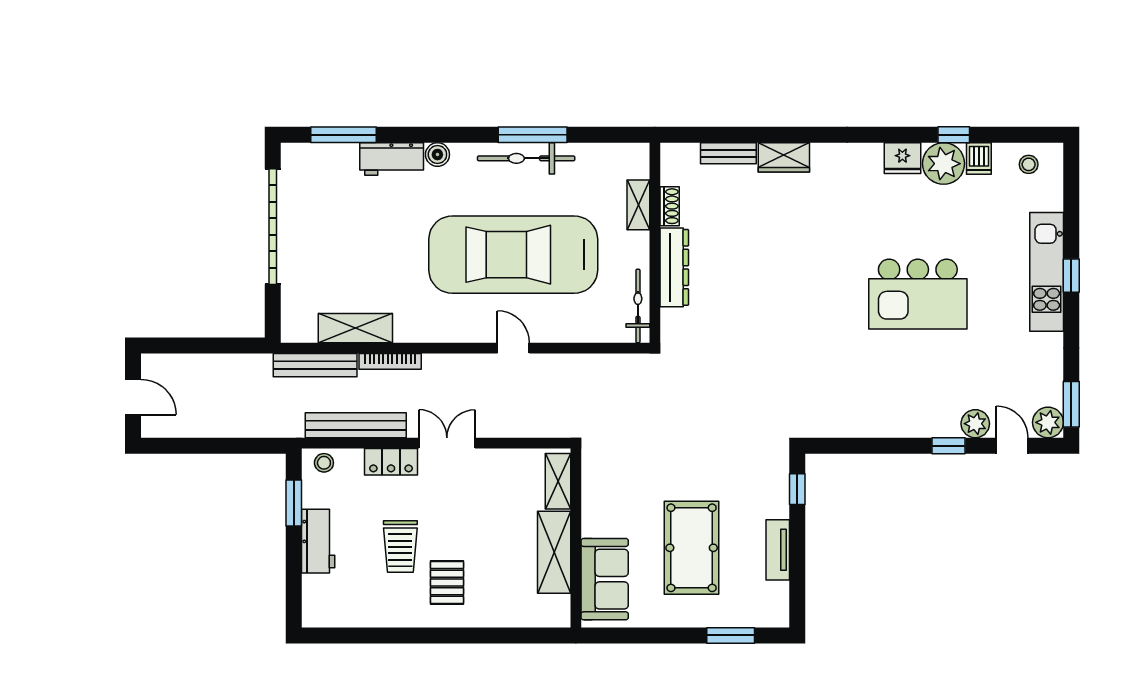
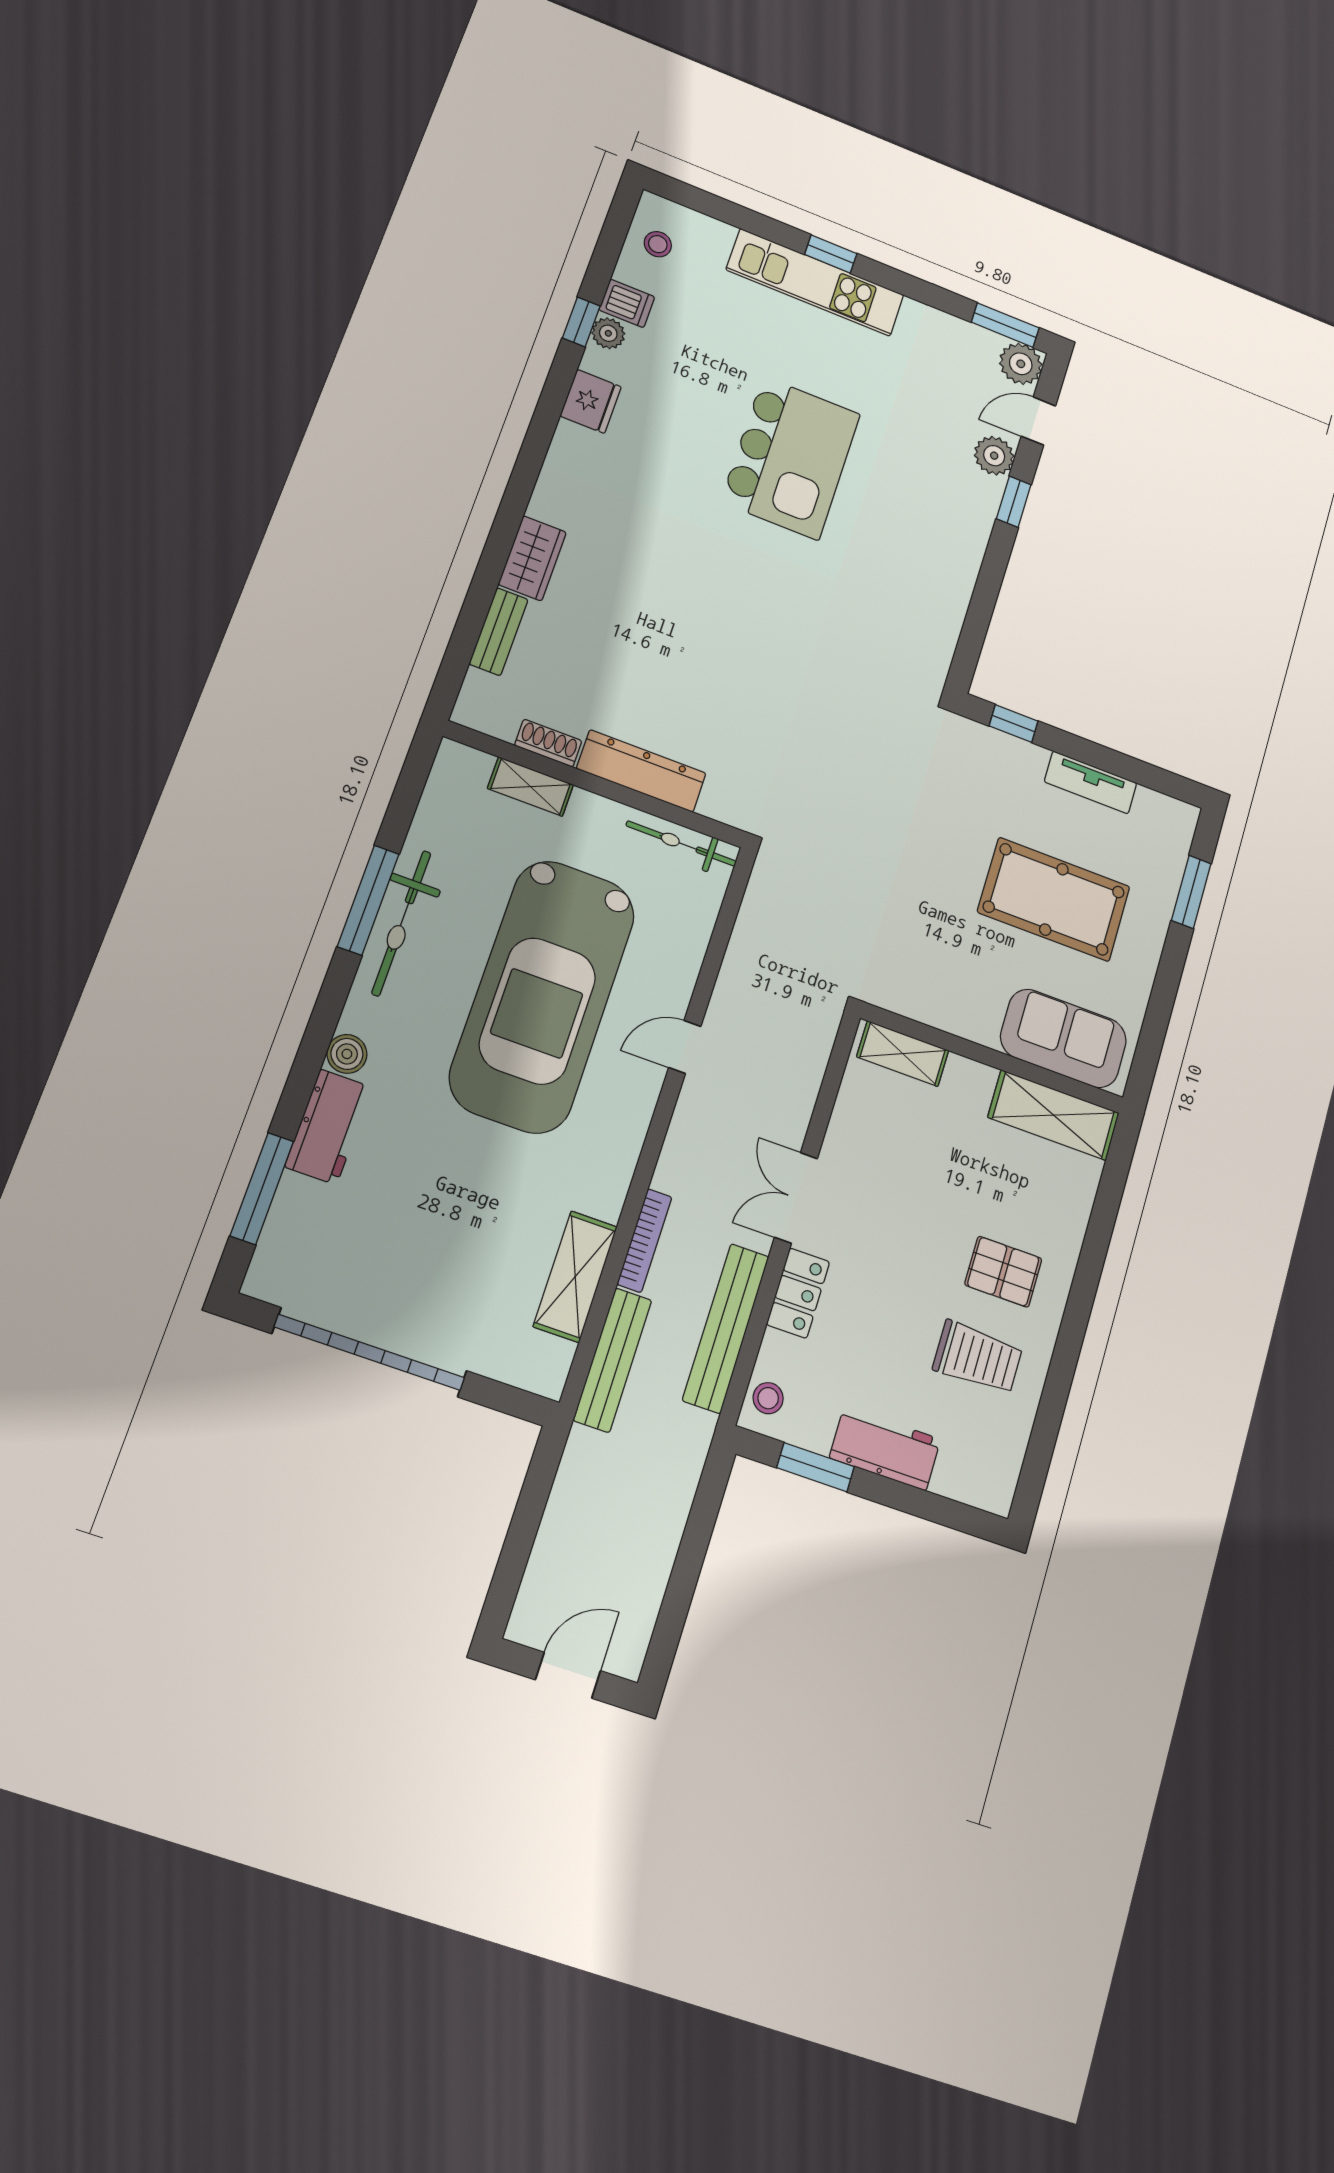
plant: (944, 164) -> (608, 333), width x0.53, depth x0.53
trolley: (400, 546) -> (978, 1357), moved
shelving: (554, 552) -> (1054, 1115), moved

